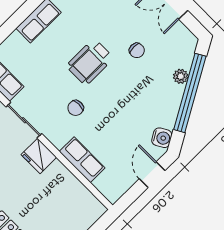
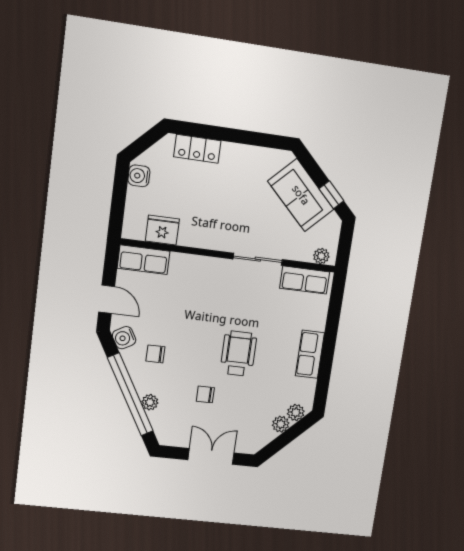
chair: (76, 108) -> (155, 354), moved, turned -90
fridge: (39, 156) -> (162, 230), moved
row of seats: (82, 160) -> (144, 260), moved

